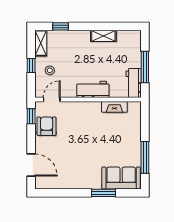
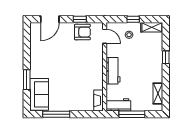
window: (61, 26) -> (166, 57), moved
shelving: (103, 36) -> (158, 93), moved
fireplace: (114, 107) -> (98, 100), moved
window: (31, 116) -> (80, 19), moved

